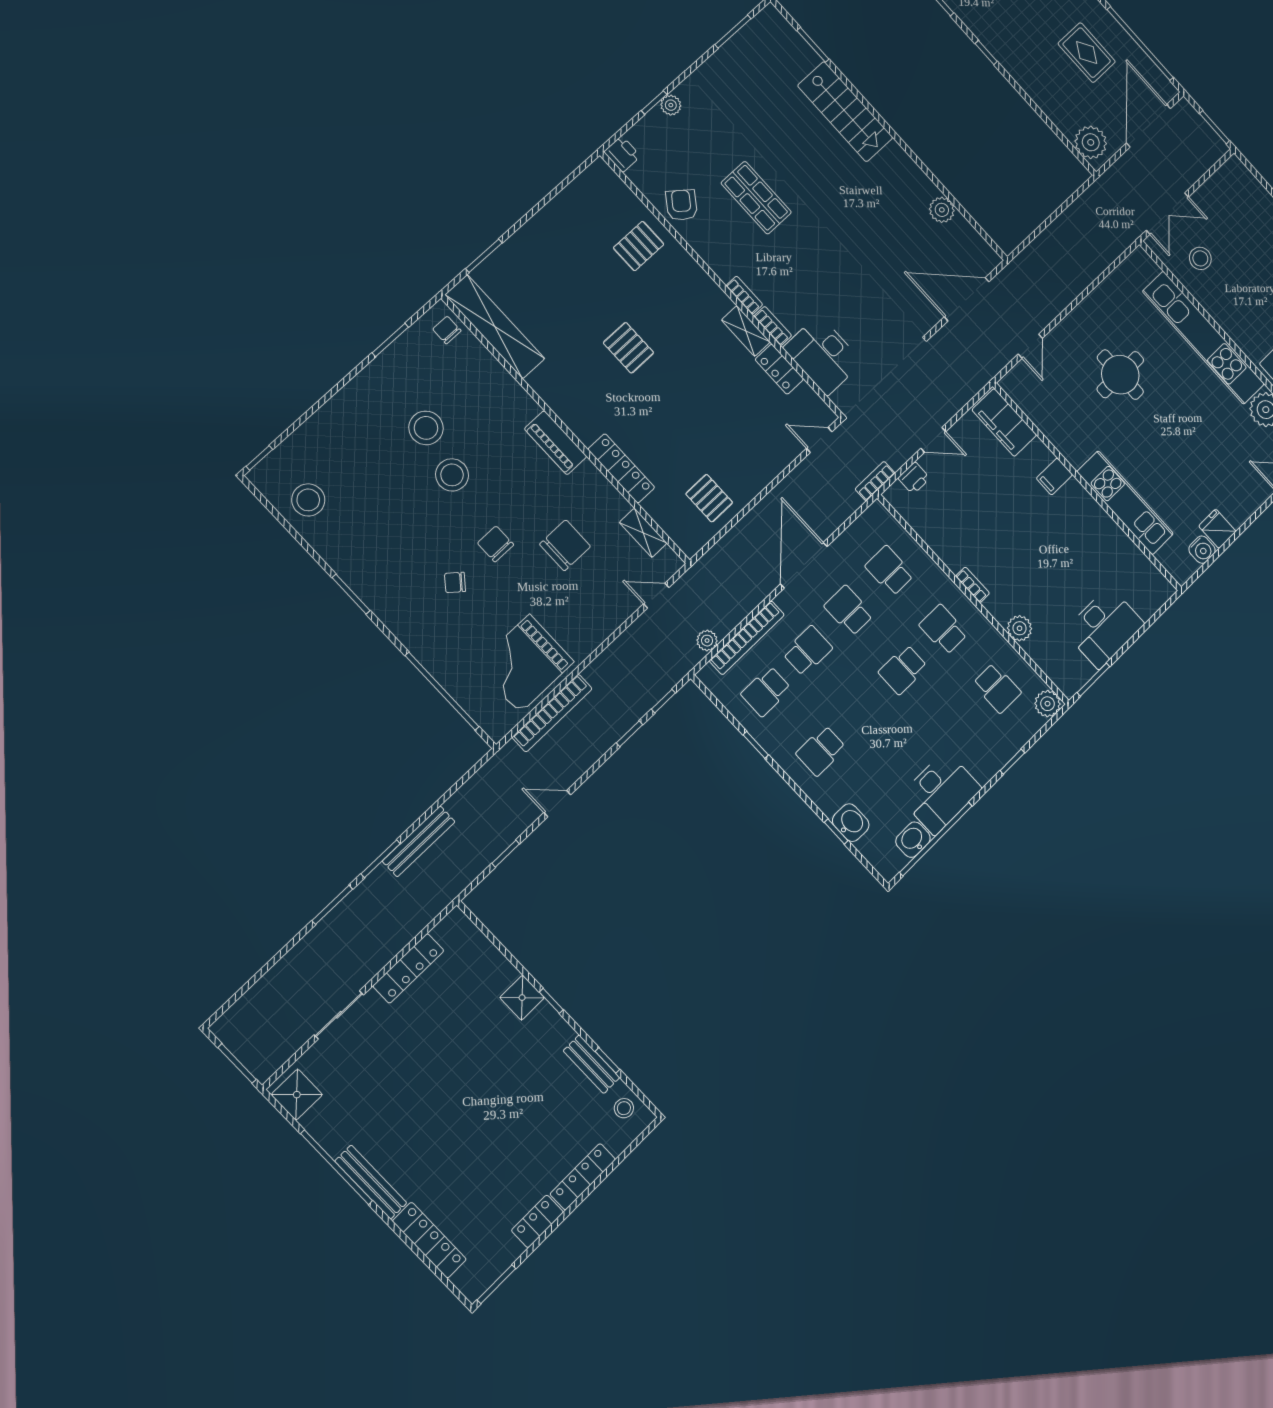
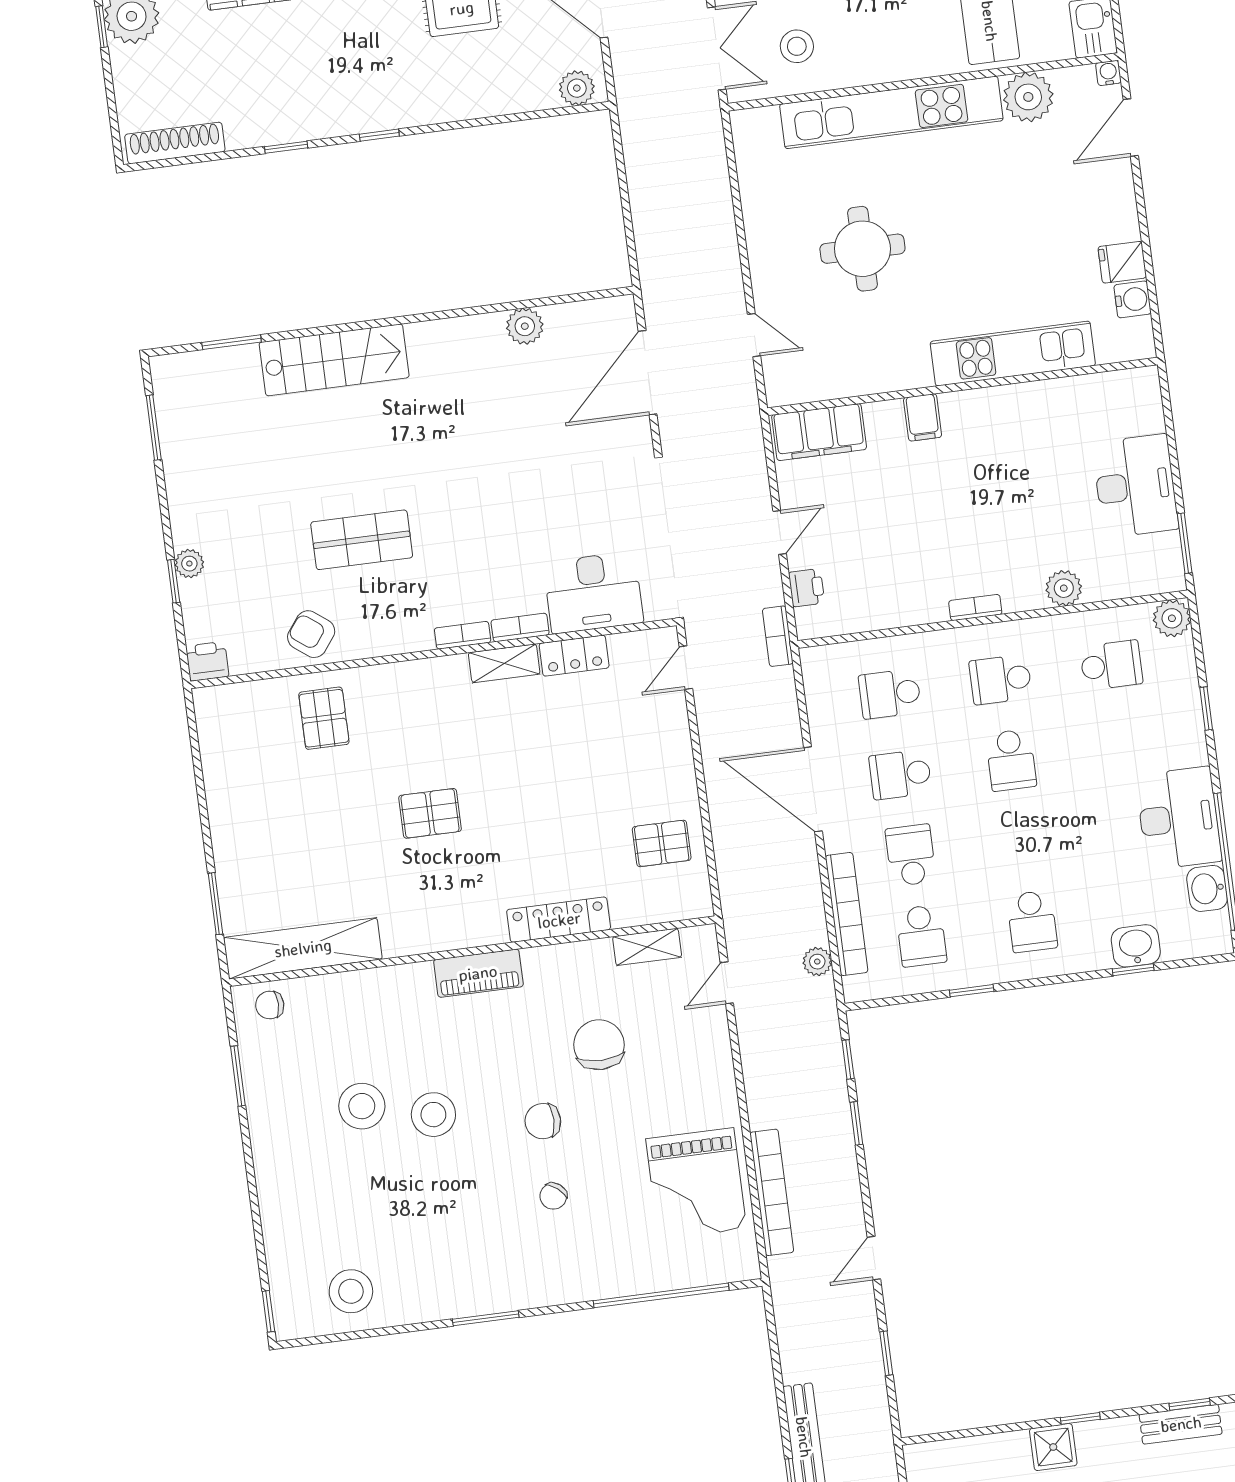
plant: (1091, 142) -> (577, 88), width x0.73, depth x0.73

